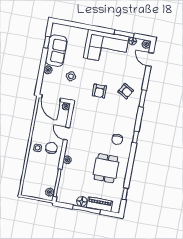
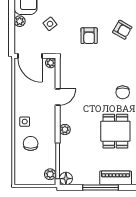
door: (66, 134) -> (58, 97), swing flipped
chair: (51, 148) -> (31, 143), moved
floor lamp: (82, 201) -> (66, 179), moved

